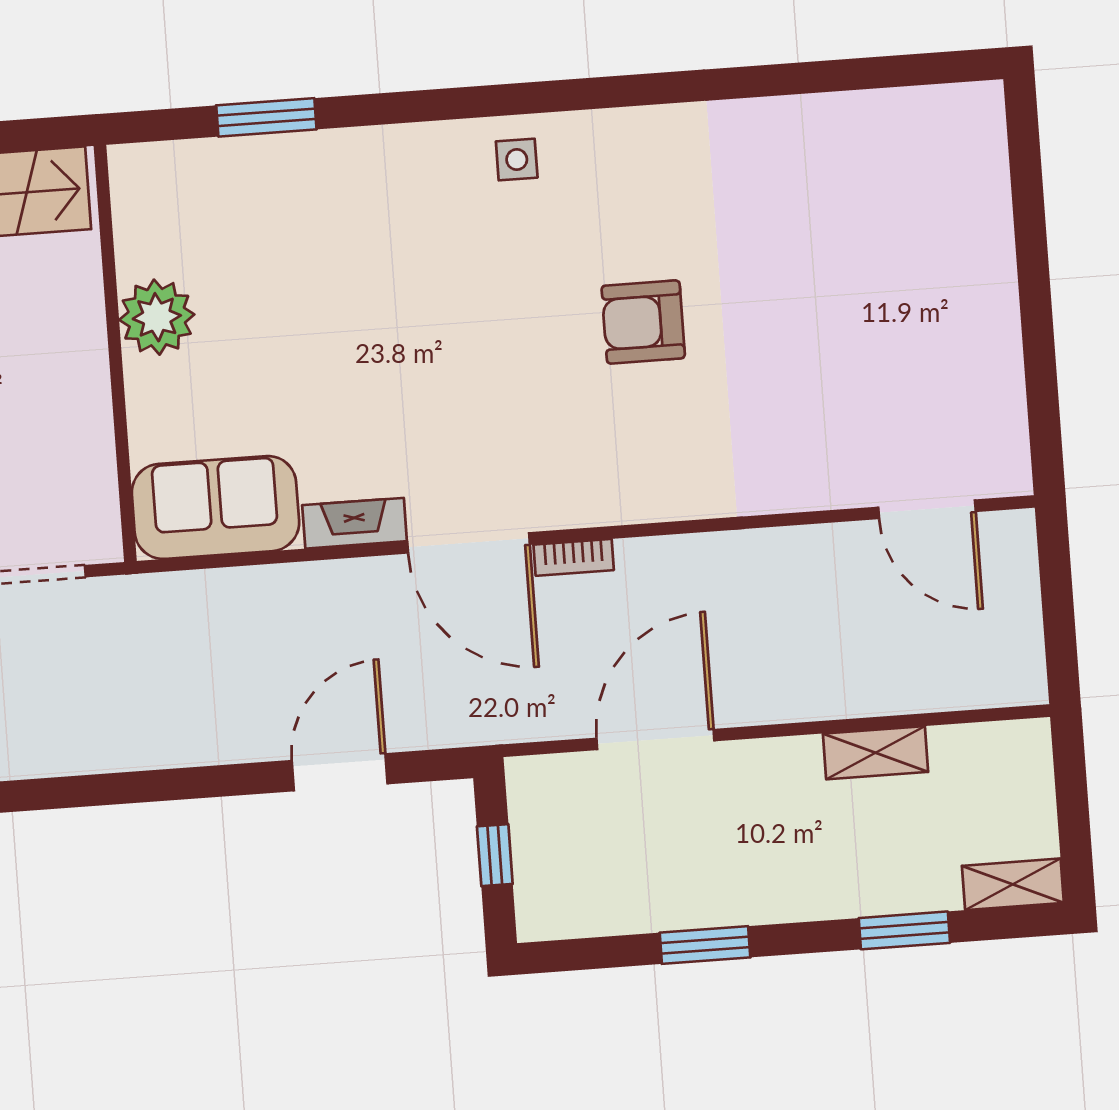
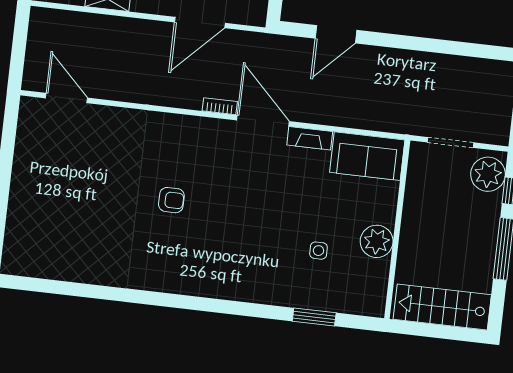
side table: (517, 160) -> (318, 251), moved
armchair: (643, 322) -> (171, 200), width x0.72, depth x0.72

